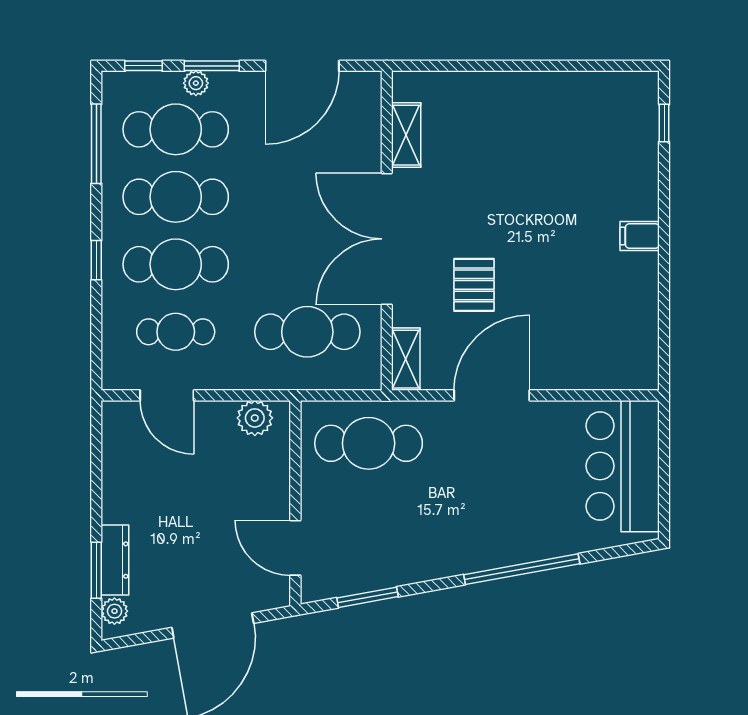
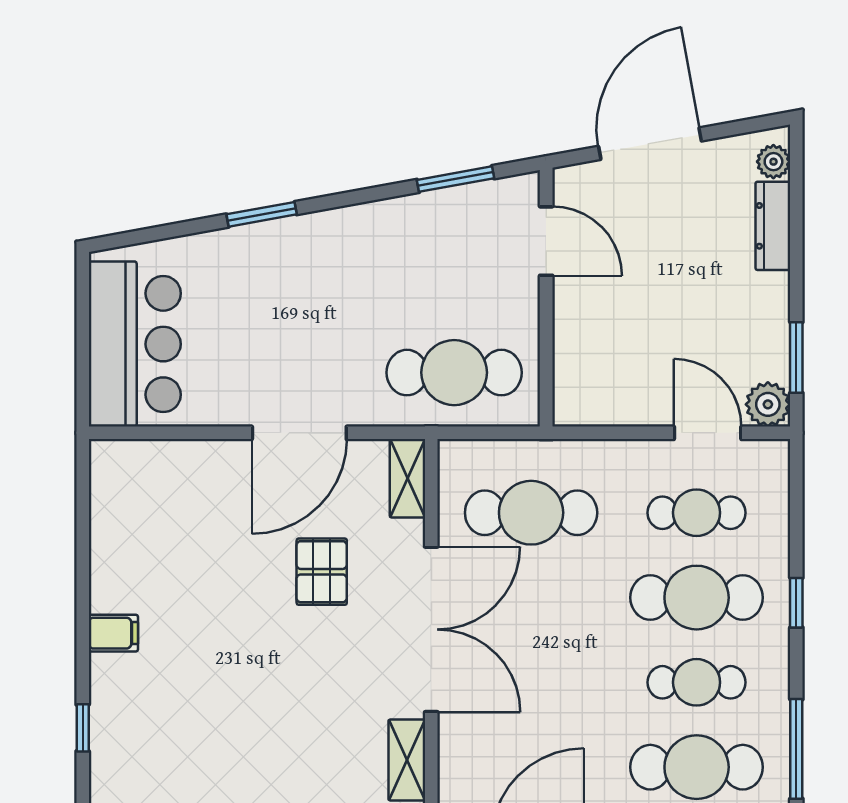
window: (664, 123) -> (83, 728), moved
cafe table: (176, 197) -> (697, 682), width x0.73, depth x0.74
plant: (255, 418) -> (768, 404), moved
window: (522, 569) -> (262, 214), width x0.47
window: (96, 570) -> (796, 357), moved

